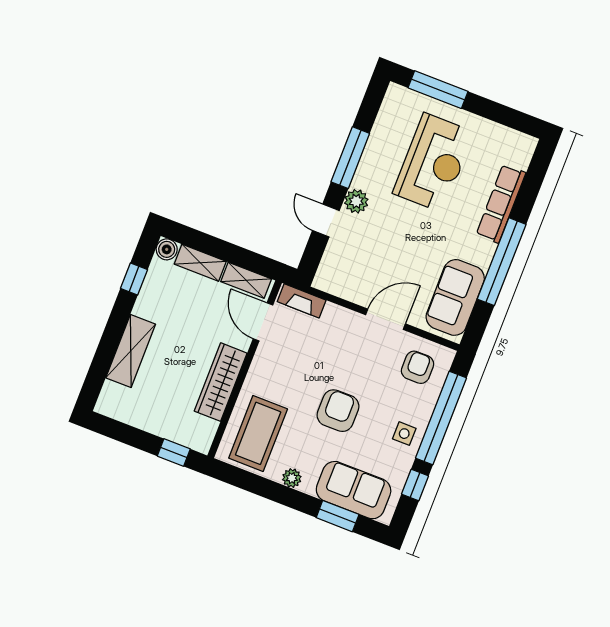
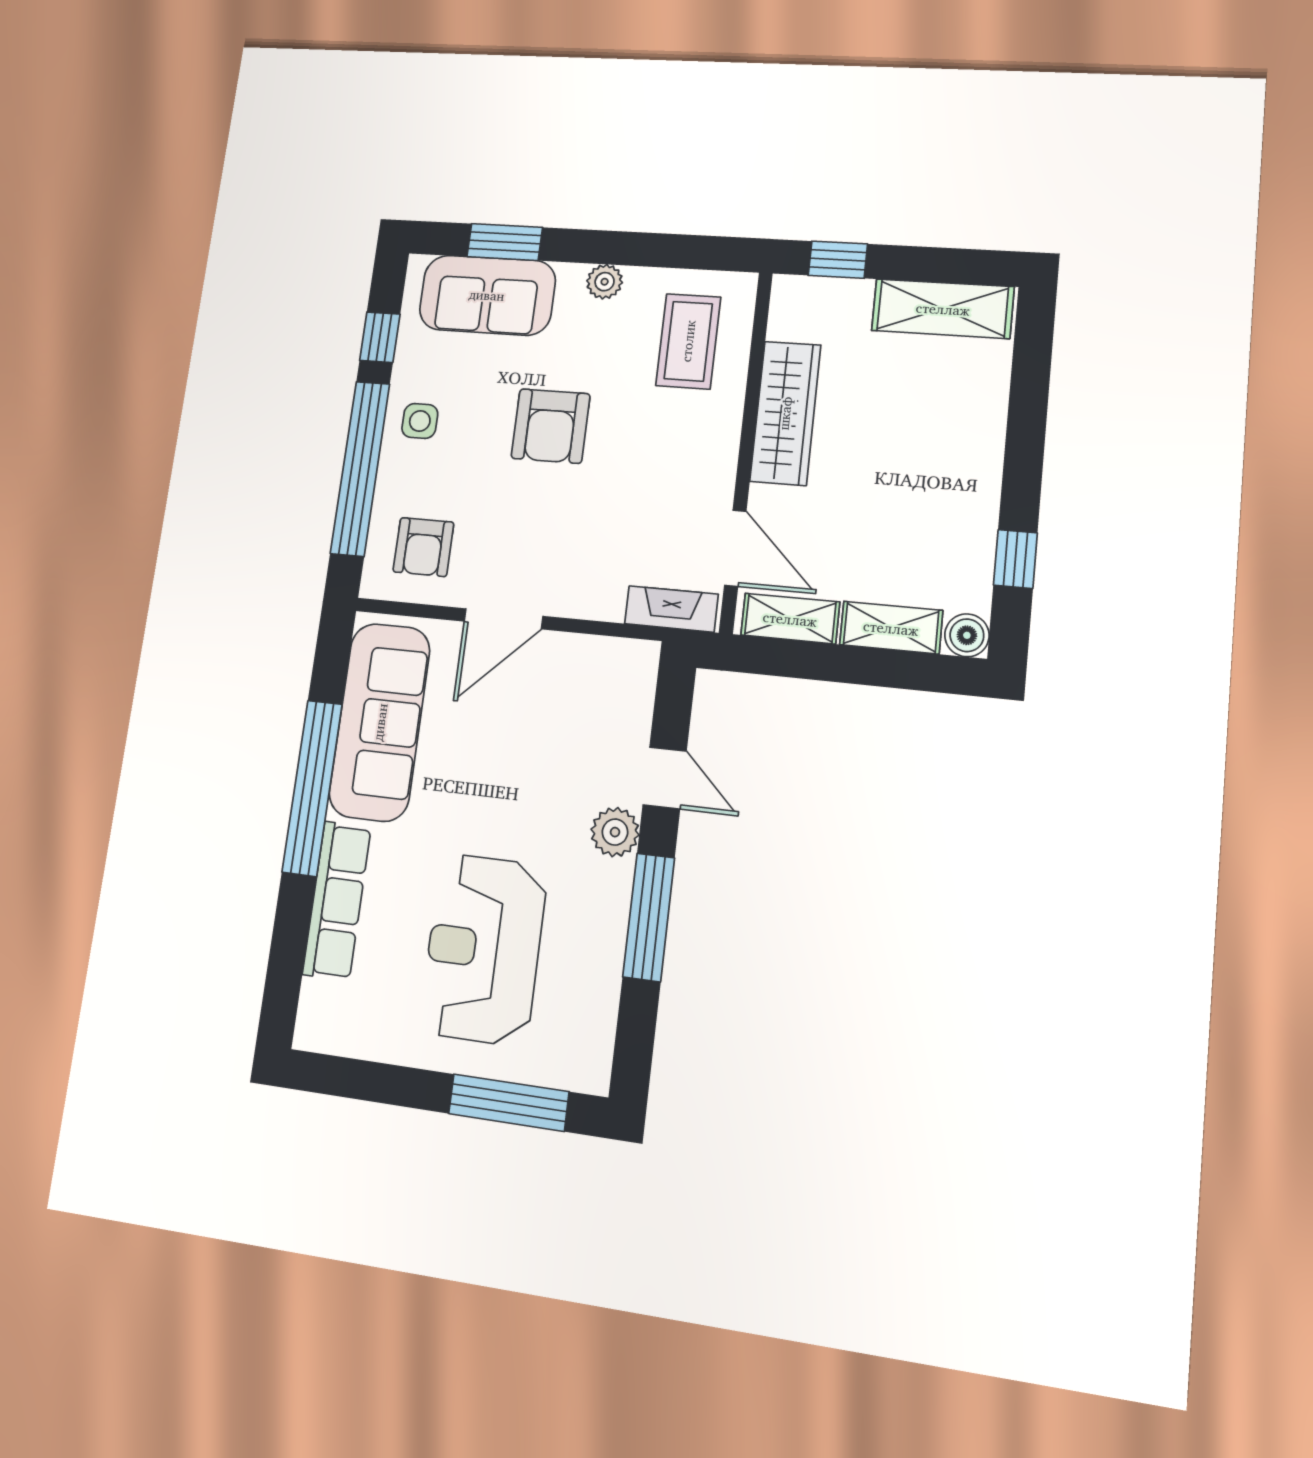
sofa: (455, 297) -> (380, 722), width x1.36
shelving: (131, 351) -> (943, 309), moved, turned 90
coffee table: (258, 433) -> (688, 341), width x0.73, depth x0.76

